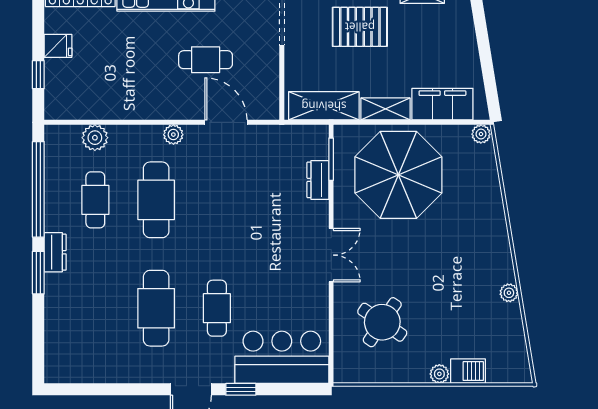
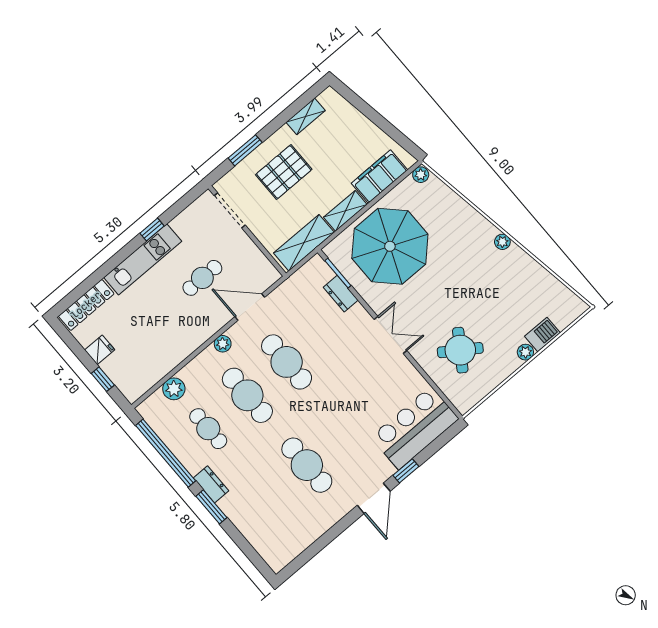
plant: (509, 293) -> (502, 242), moved
cafe table: (217, 308) -> (287, 362), moved, width x1.37, depth x1.35

